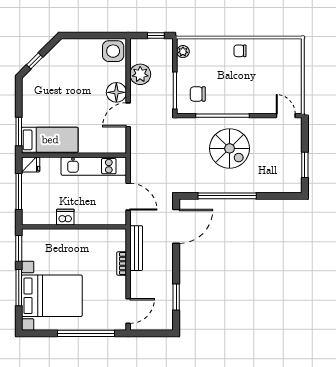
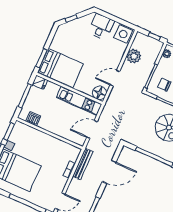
desk: (79, 54) -> (101, 27), added
floor lamp: (116, 92) -> (99, 93), moved
bed: (50, 140) -> (60, 68), width x1.50
door: (128, 197) -> (92, 129), swing flipped
dishwasher: (65, 217) -> (33, 119), moved
door: (176, 226) -> (109, 172), moved

